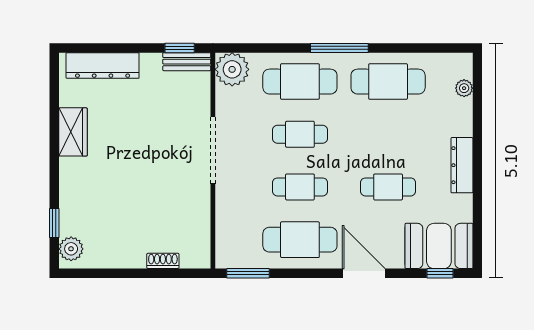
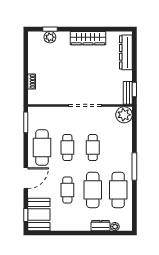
cafe table: (300, 82) -> (93, 190), moved
wardrobe: (73, 132) -> (88, 38), width x1.50
dresser: (462, 165) -> (101, 226), moved, width x0.70
plant: (71, 249) -> (50, 37), moved

